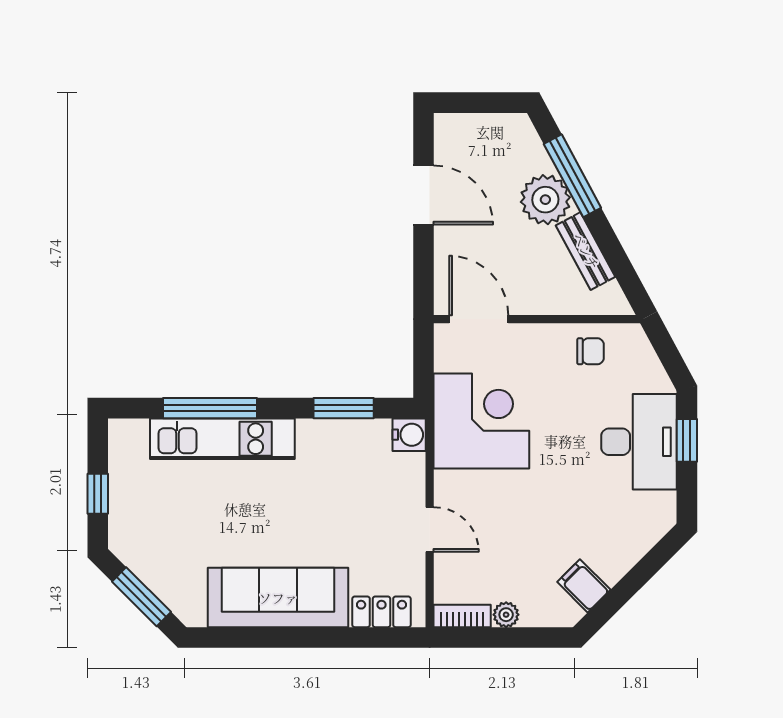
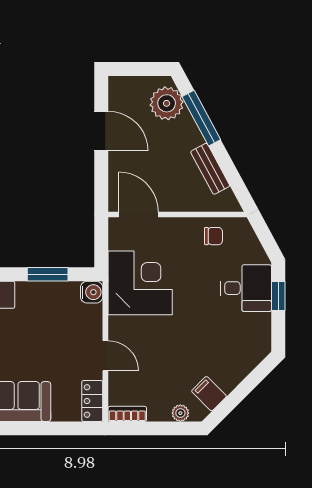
plant: (545, 200) -> (167, 103), moved
desk: (639, 442) -> (246, 288), width x0.73
locker: (381, 612) -> (92, 401), moved, turned -90
plant: (506, 615) -> (180, 413), moved

